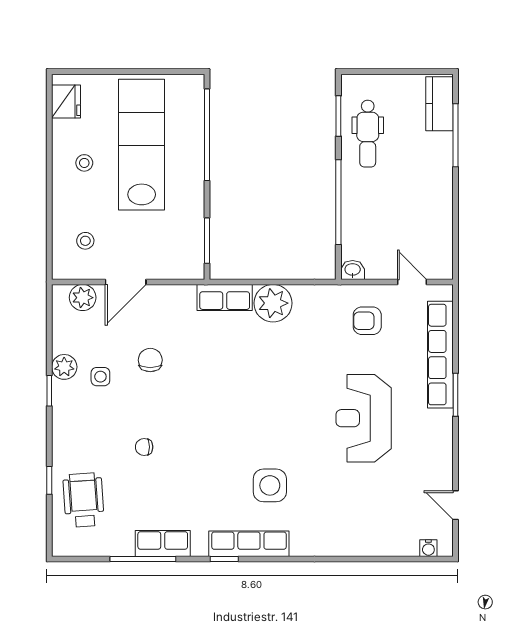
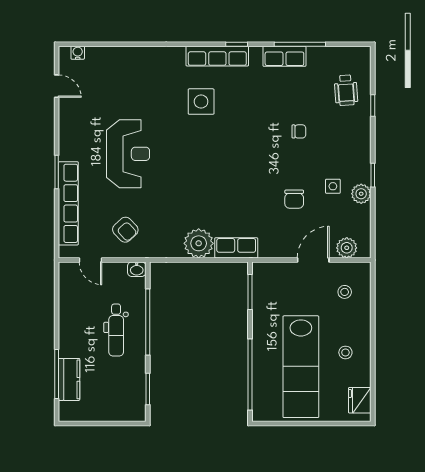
kitchen counter: (439, 104) -> (69, 379), moved
dental chair: (368, 134) -> (116, 330), moved, turned 180
armchair: (367, 321) -> (125, 230), turned 47
wheelchair: (84, 500) -> (346, 90), width x0.73, depth x0.73

